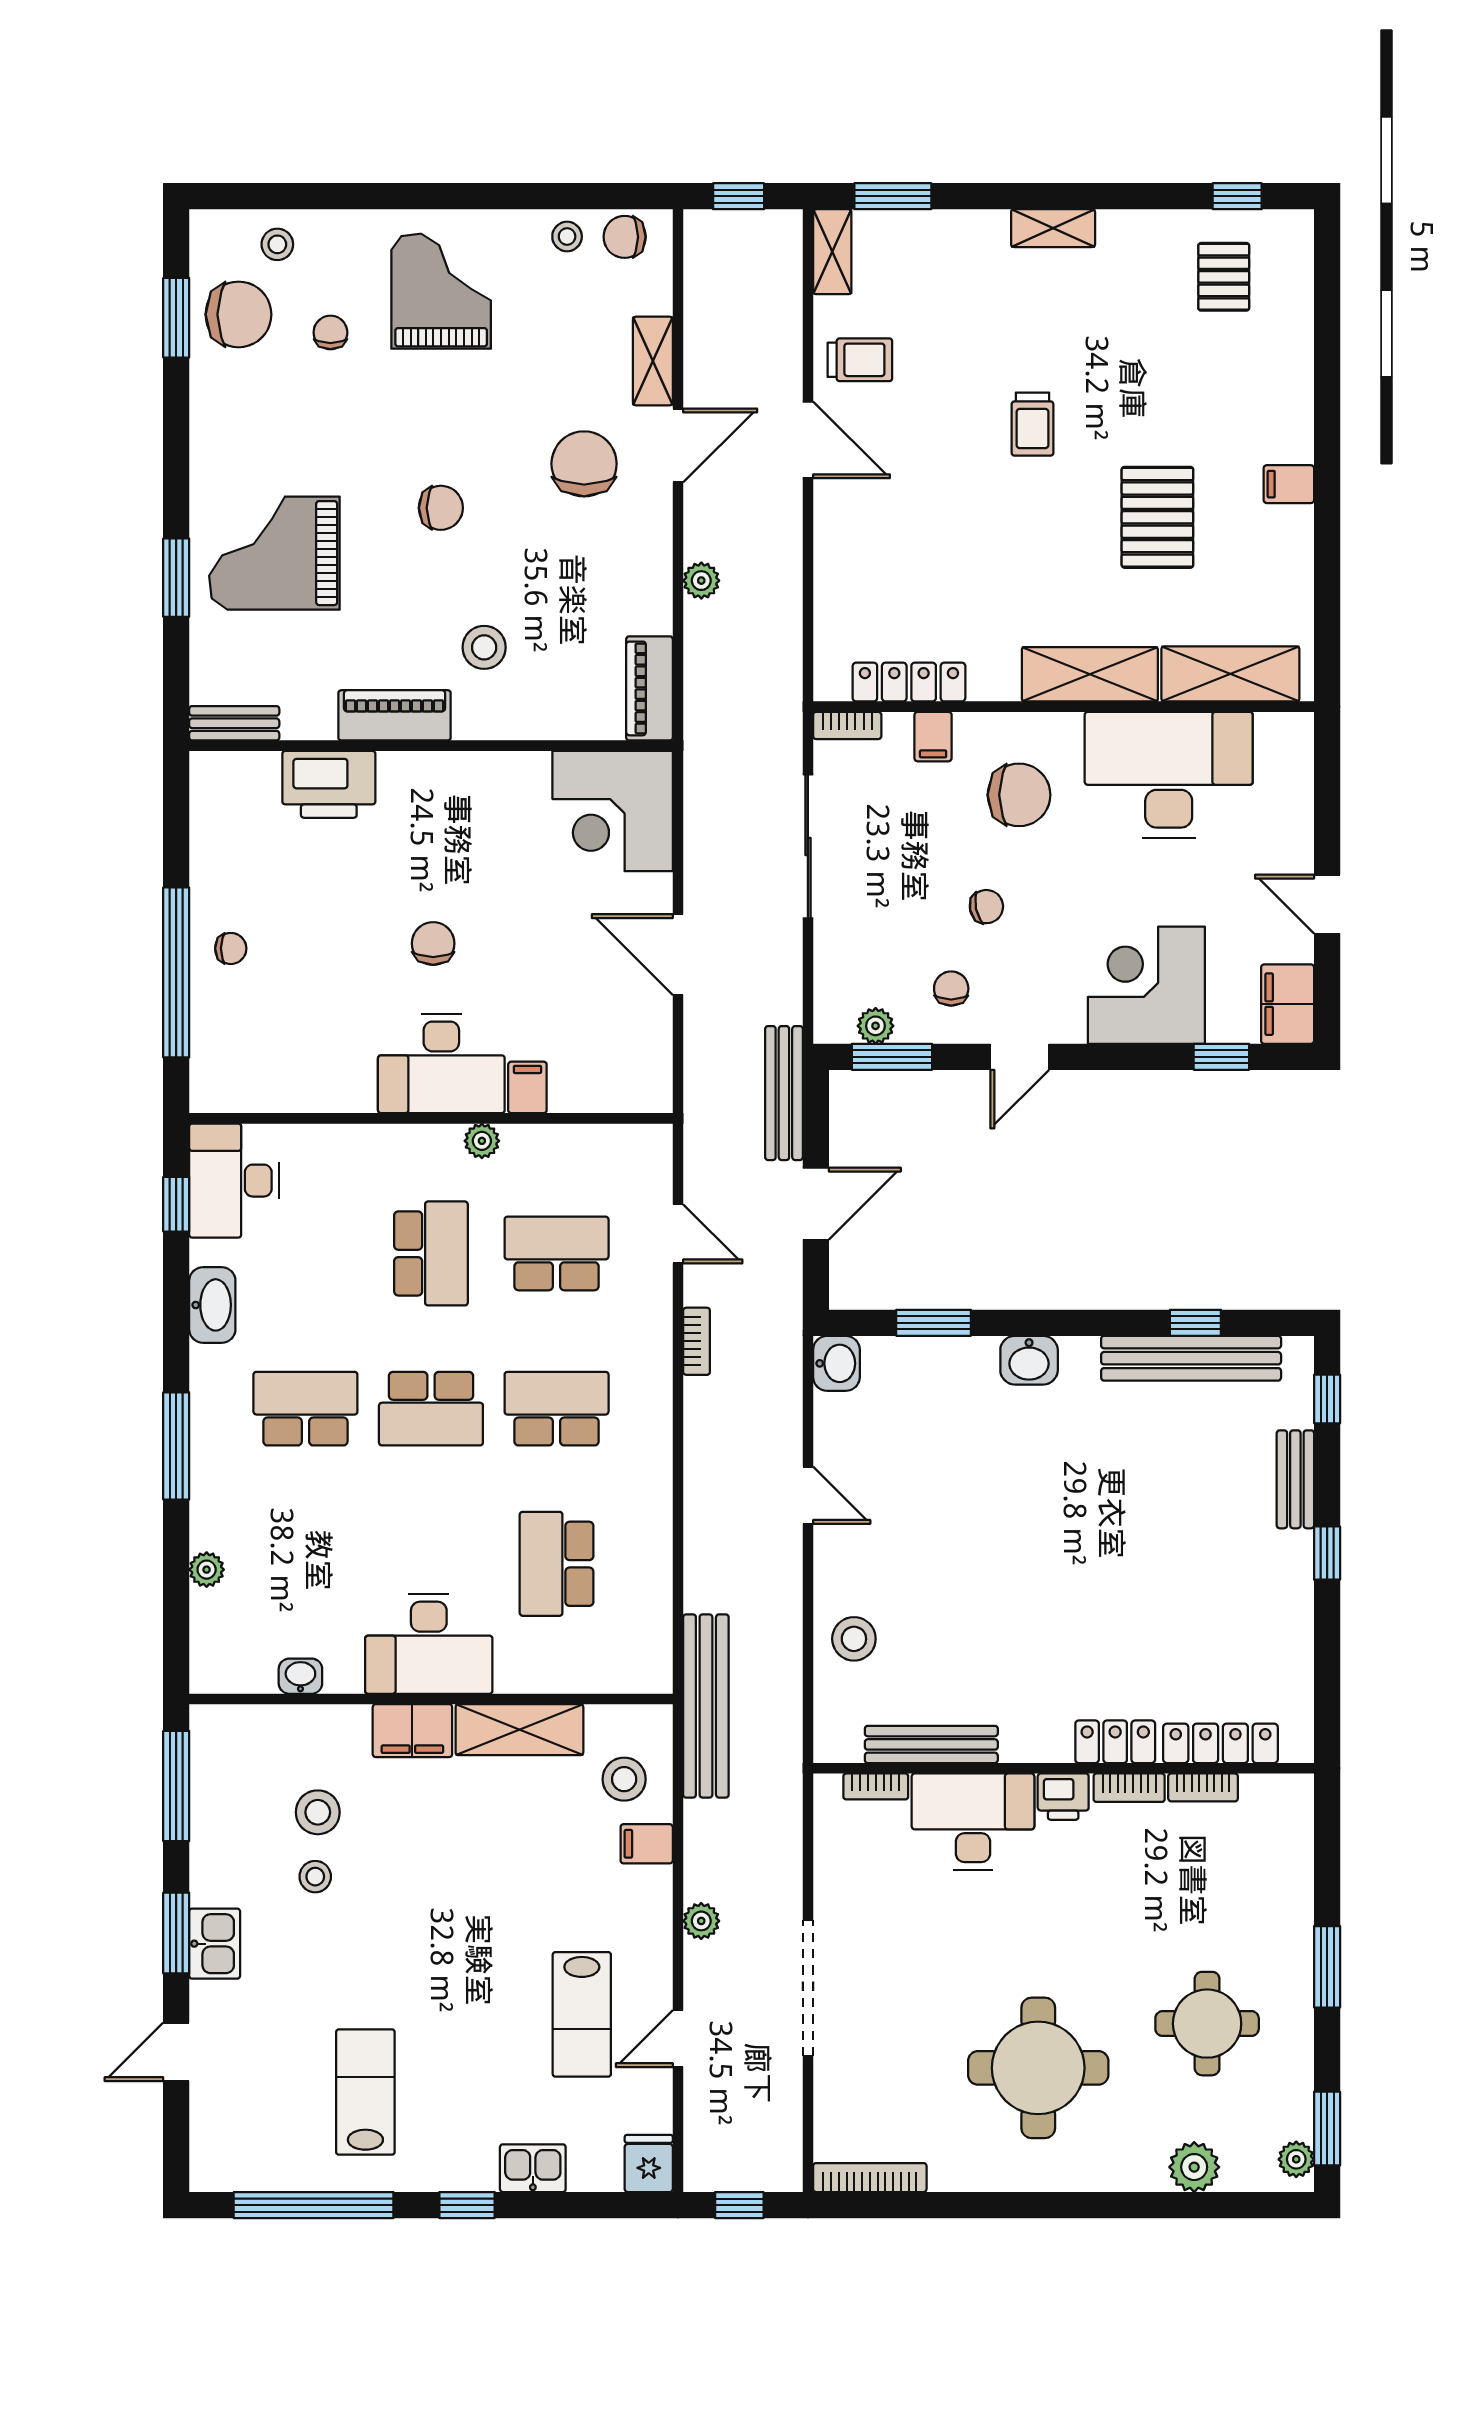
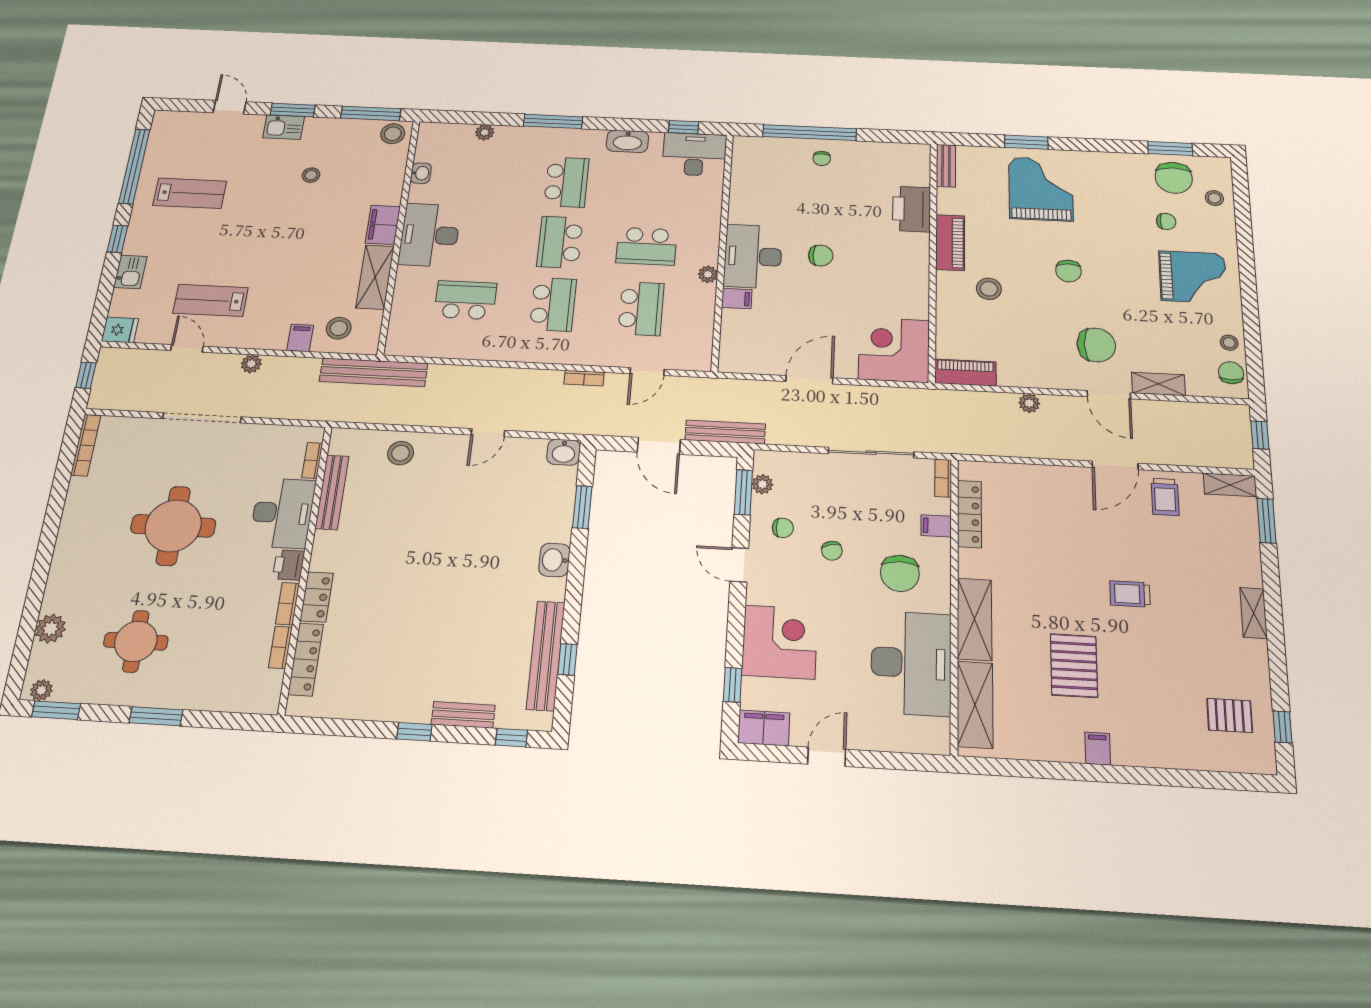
pallet: (1157, 517) -> (1074, 666), turned 90
stool: (318, 1812) -> (393, 134), moved
round table: (1038, 2068) -> (173, 526), moved

